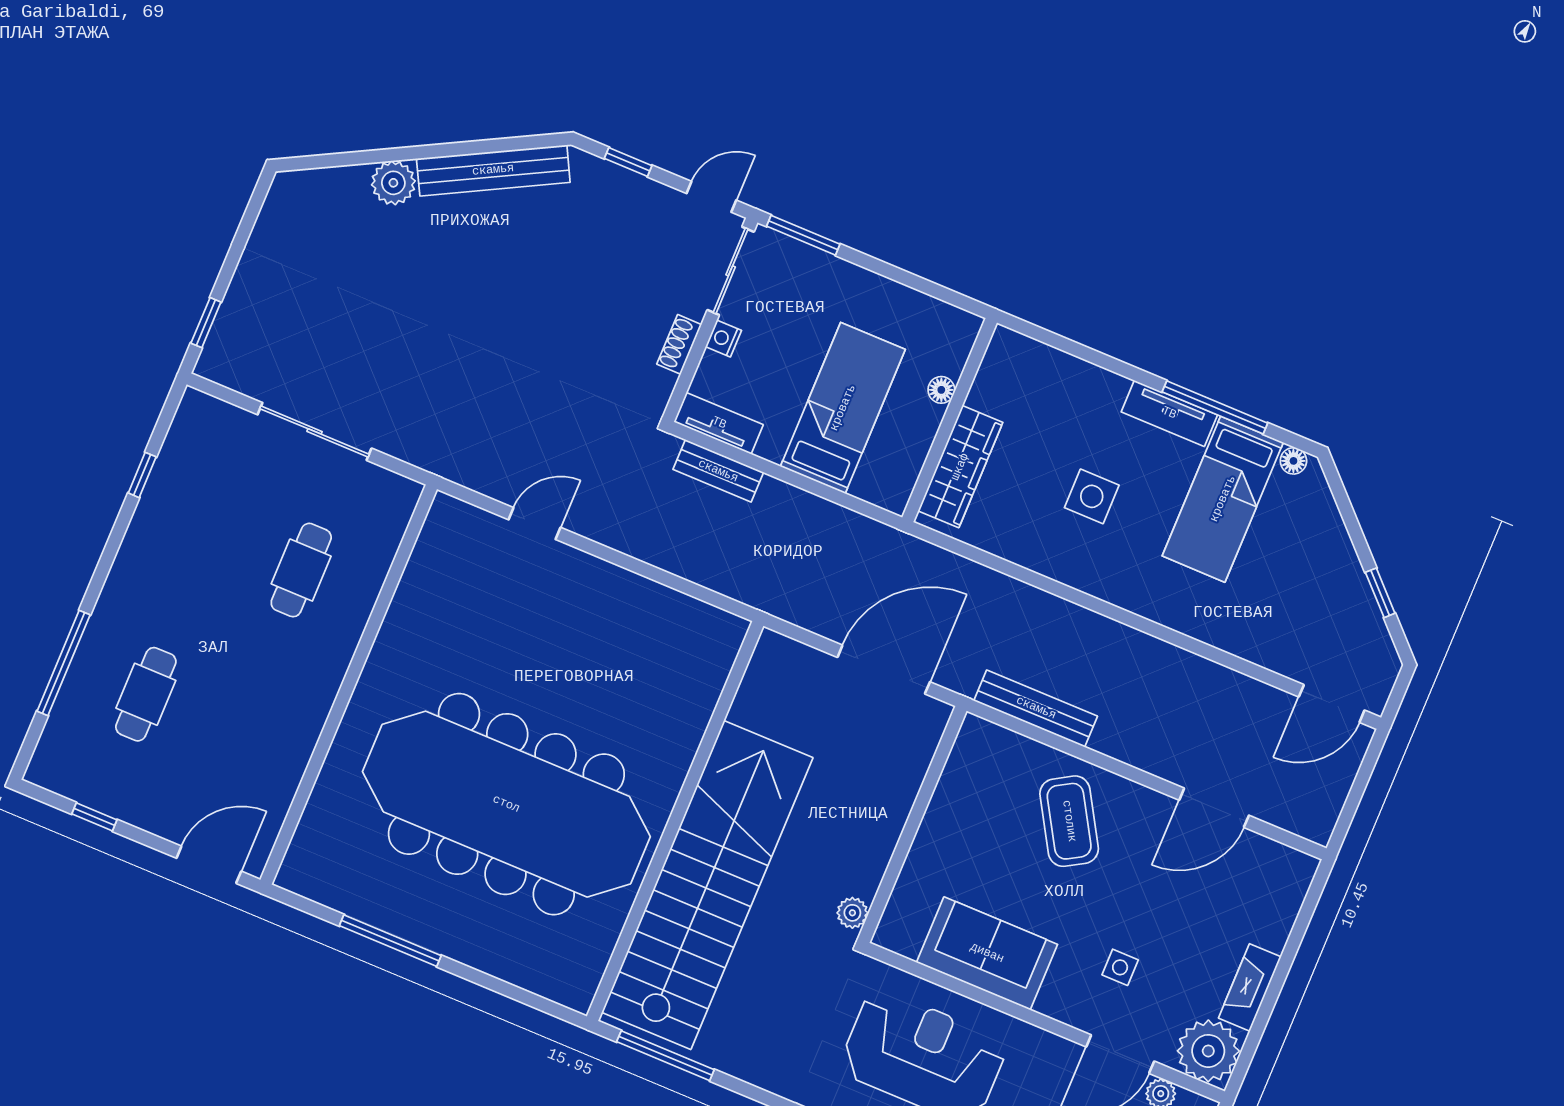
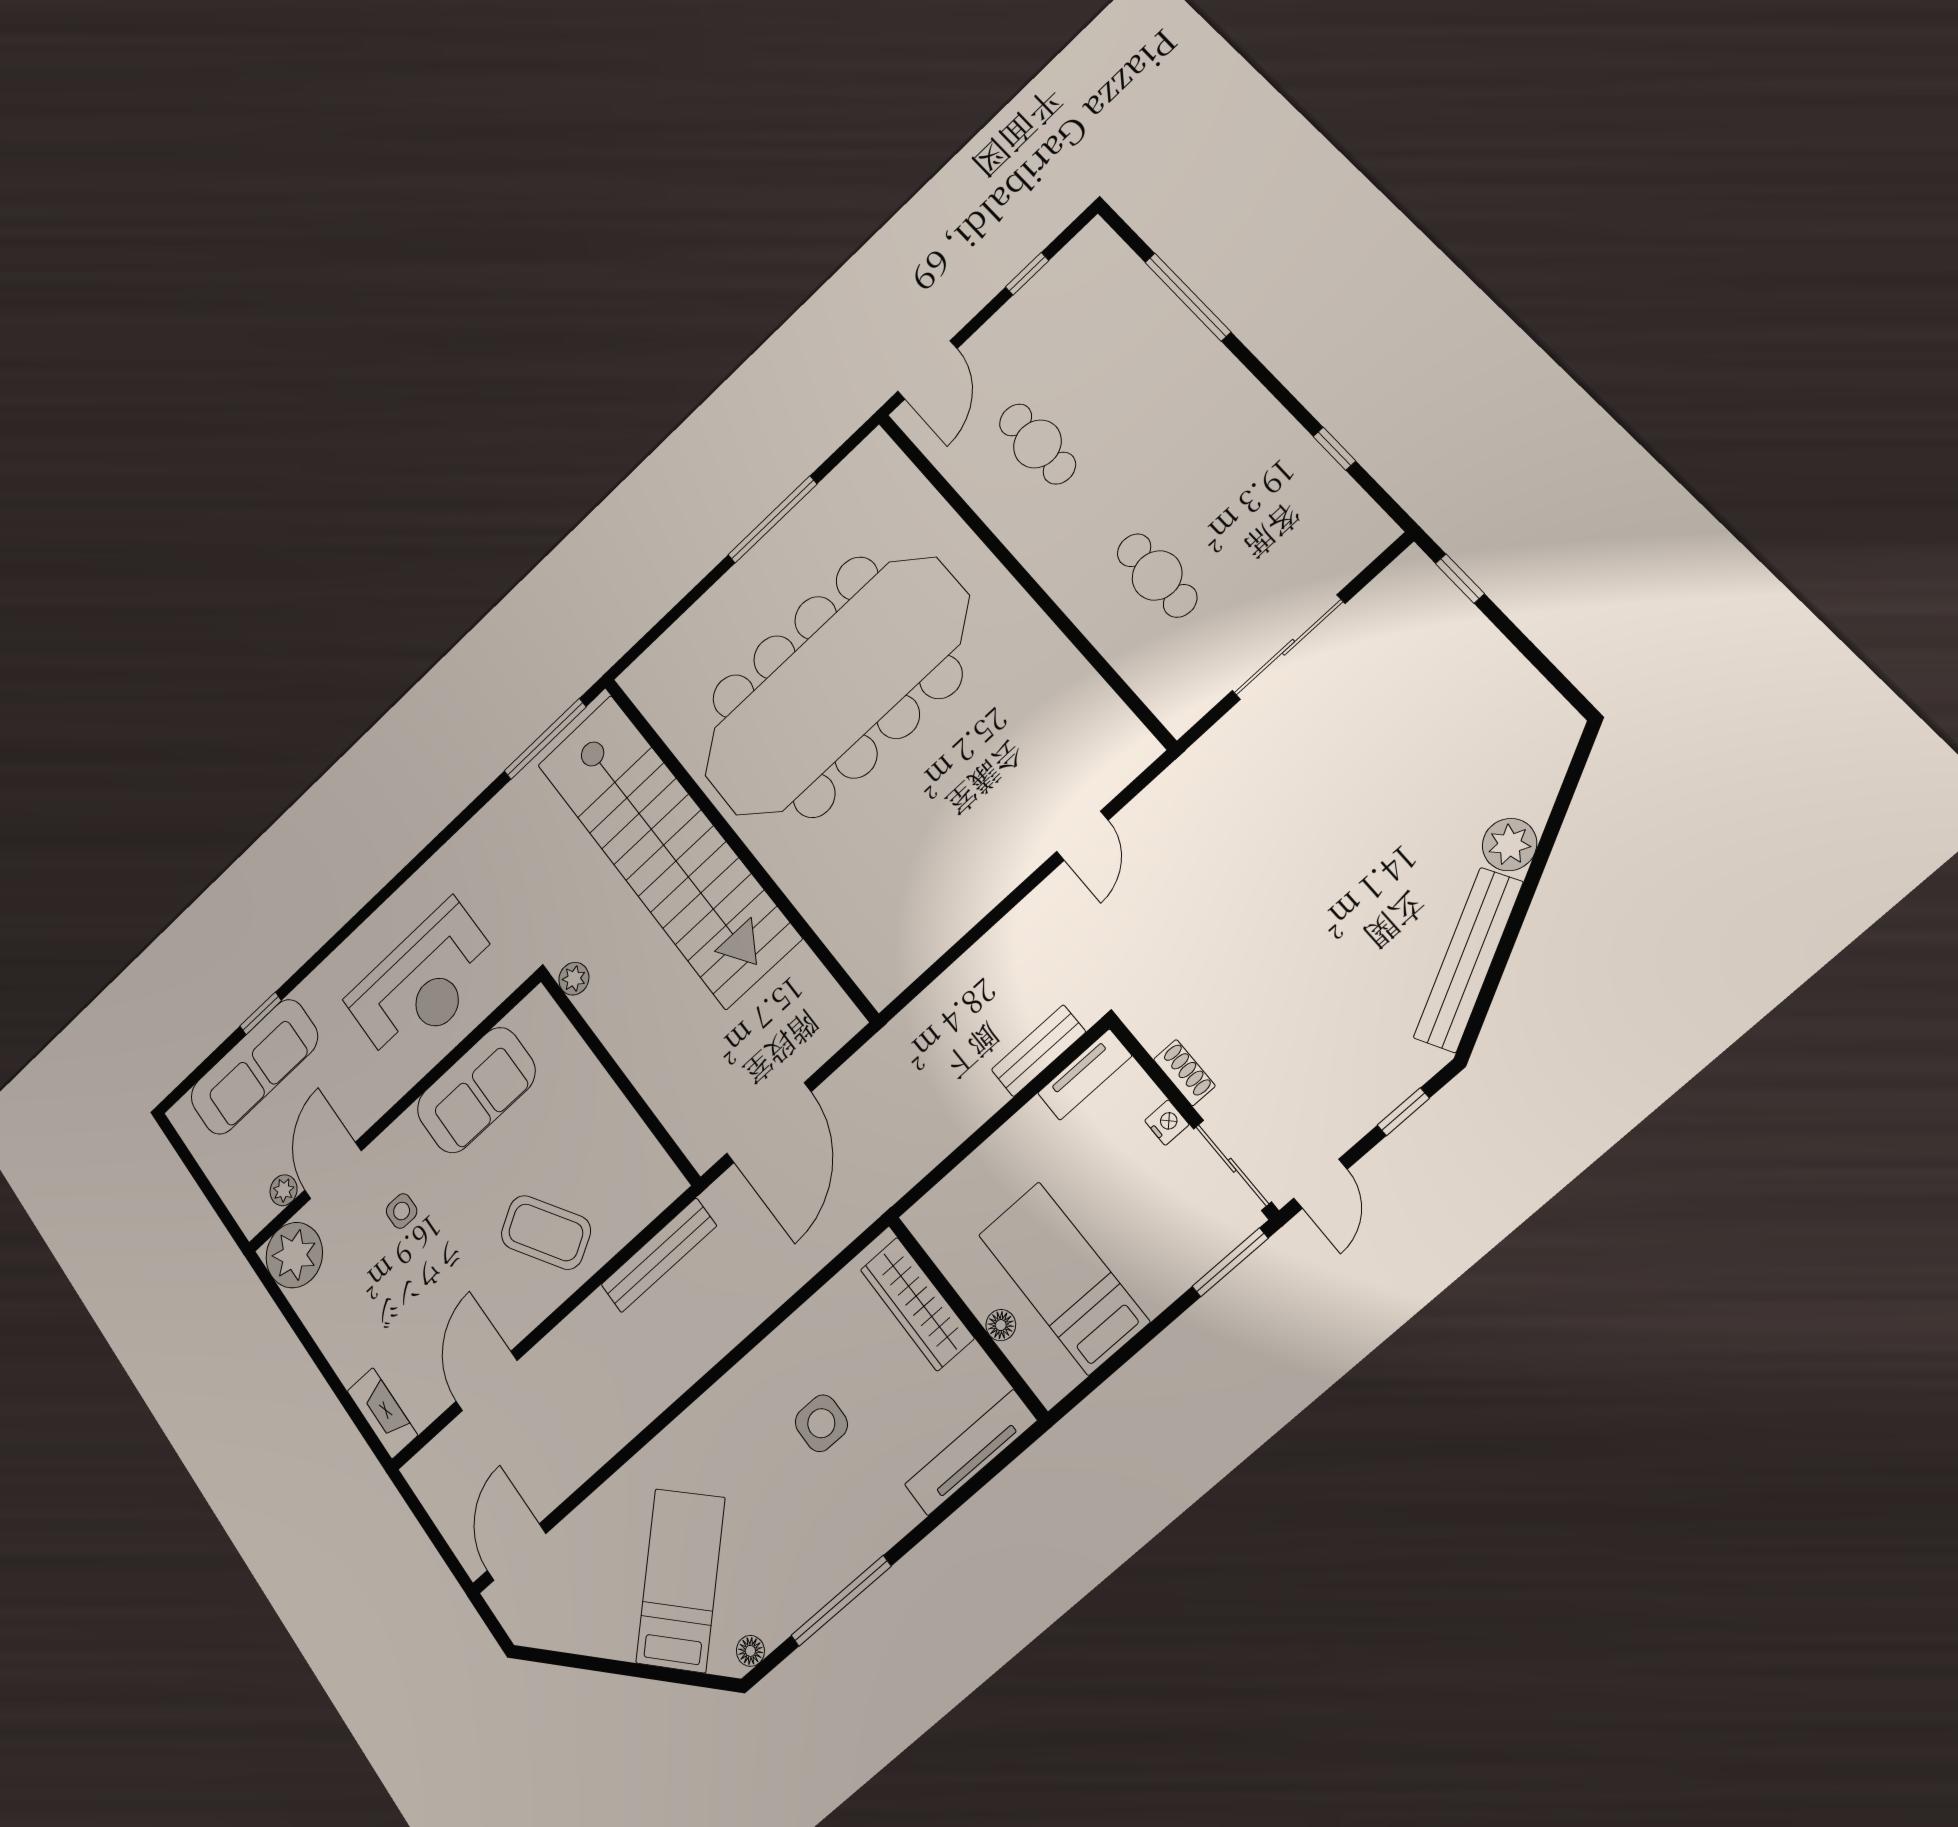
bed: (843, 408) -> (1063, 1278), moved, turned 180
tv unit: (1169, 413) -> (971, 1453), moved, width x1.41
bed: (1223, 499) -> (680, 1580), moved, turned 45
window: (1380, 593) -> (588, 1663), removed
cafe table: (146, 694) -> (1037, 444), moved
fireplace: (1250, 987) -> (382, 1413), moved

